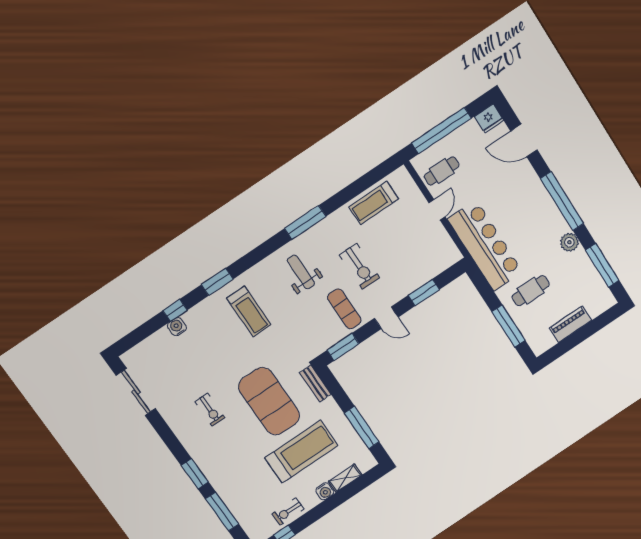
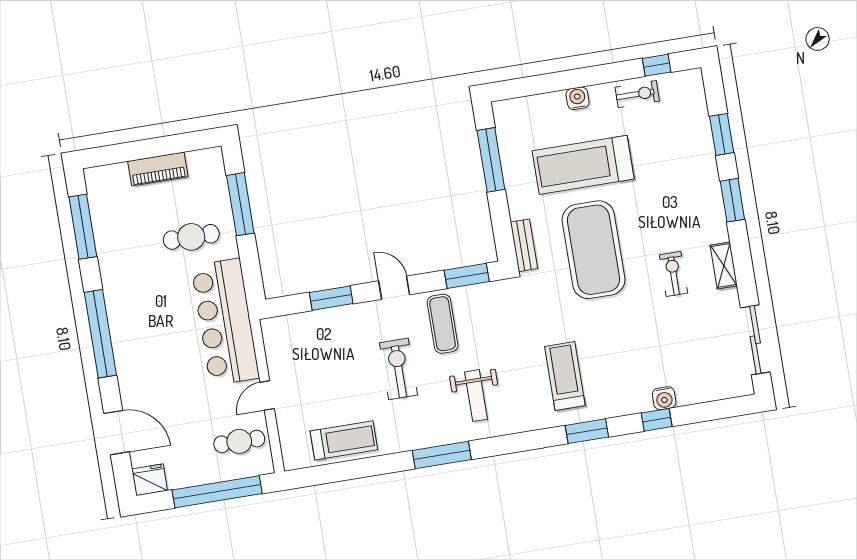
plant: (569, 242) -> (113, 276), removed
shelving: (345, 478) -> (724, 265), moved, turned 90
window: (222, 512) -> (722, 134), width x0.69

